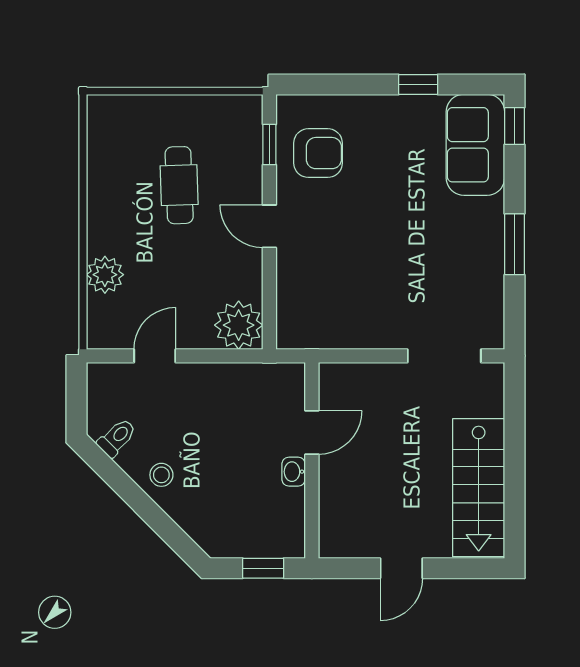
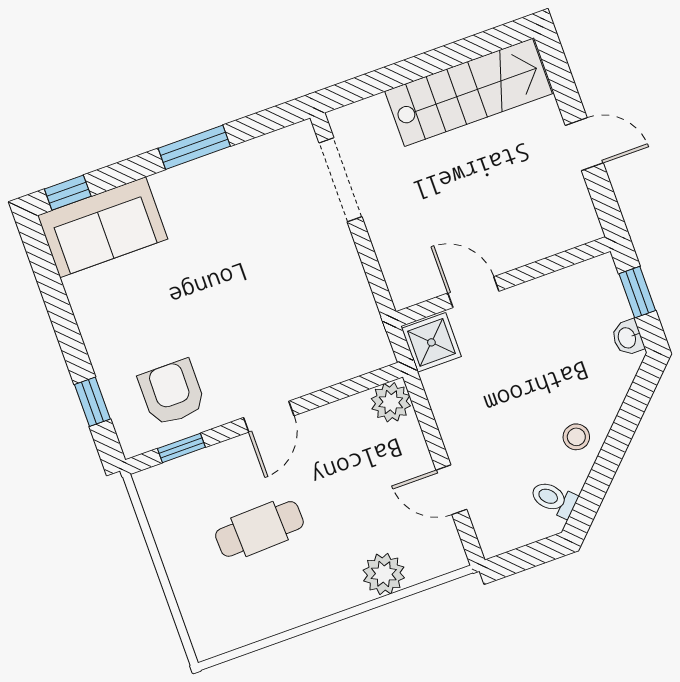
window: (418, 84) -> (92, 402), moved
plant: (239, 325) -> (391, 402), width x0.73, depth x0.73
shower: (283, 383) -> (431, 342), added
washbasin: (294, 472) -> (628, 338), moved, turned 90

